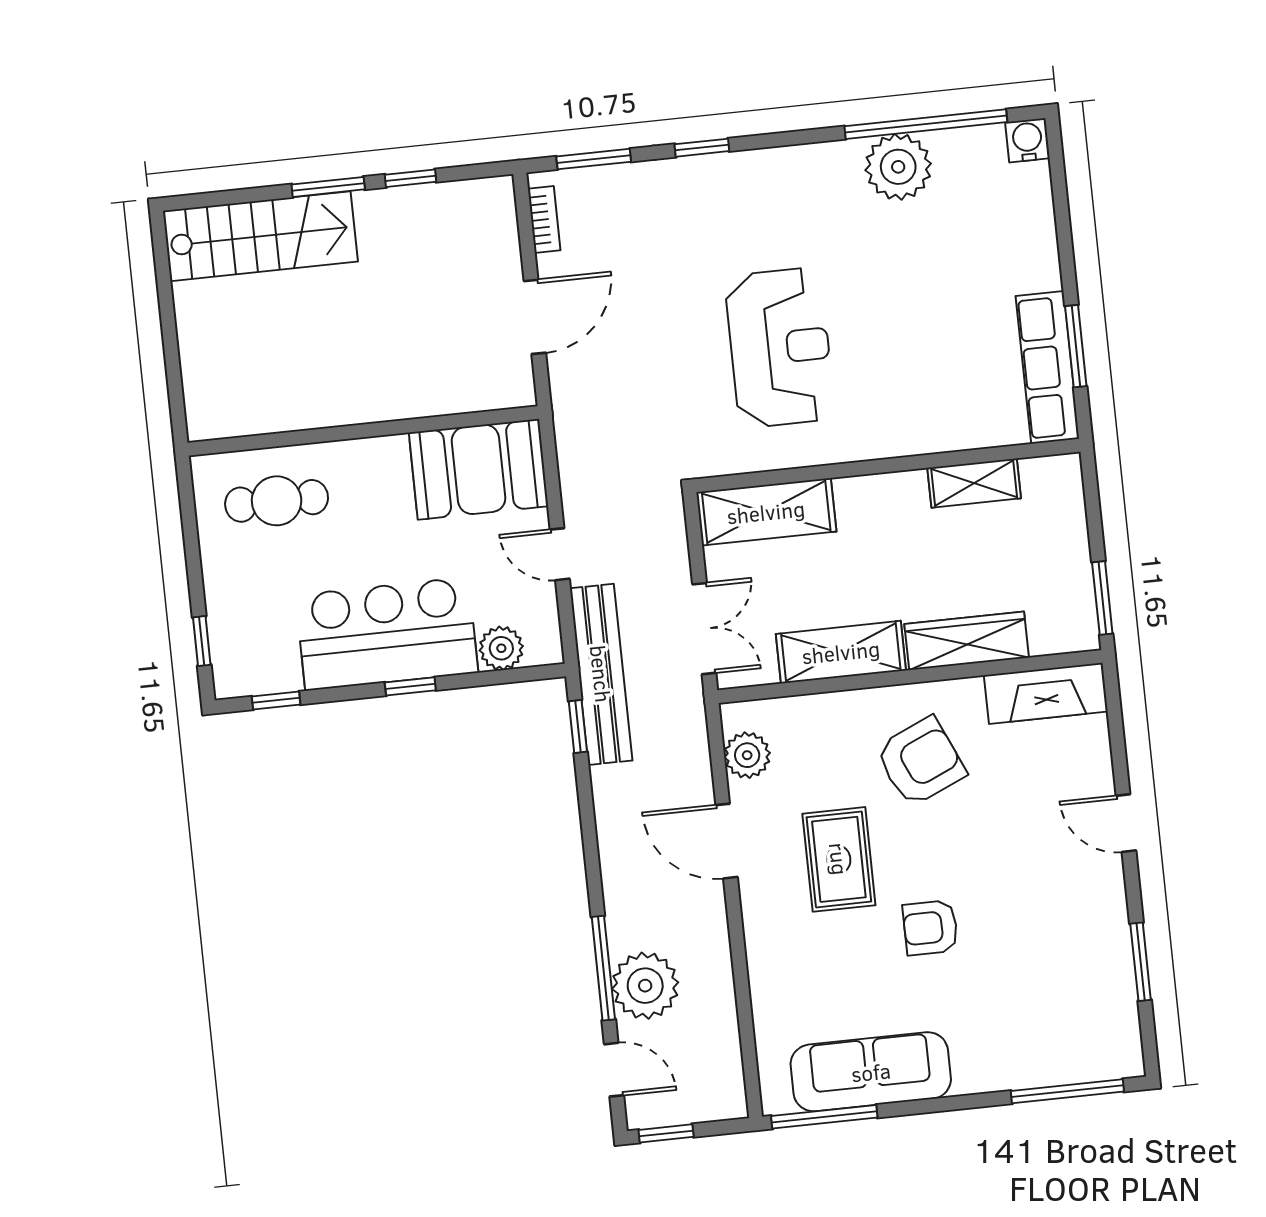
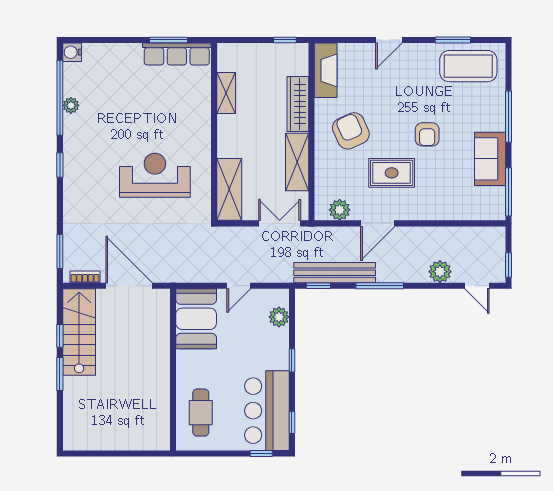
window: (702, 148) -> (60, 165), moved
plant: (898, 167) -> (71, 105), width x0.53, depth x0.53
stairs: (260, 236) -> (79, 332), moved
door: (535, 317) -> (129, 286), width x1.36
window: (1102, 598) -> (285, 40), width x0.67
bar counter: (387, 634) -> (267, 411), moved
bench: (601, 674) -> (335, 273), moved
window: (603, 968) -> (380, 286), moved
plant: (645, 986) -> (440, 272), width x0.73, depth x0.73
coffee table: (1087, 1001) -> (468, 66), added
door: (614, 1070) -> (477, 286), swing flipped
sofa: (871, 1072) -> (490, 159), width x0.73
window: (1067, 1091) -> (509, 117), moved

